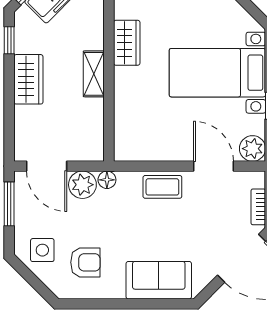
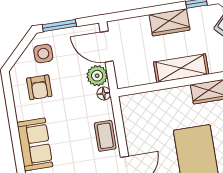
shelving: (94, 74) -> (181, 68), width x1.50, depth x1.33
door: (47, 166) -> (107, 47), hinge flipped
window: (9, 204) -> (59, 26), moved

